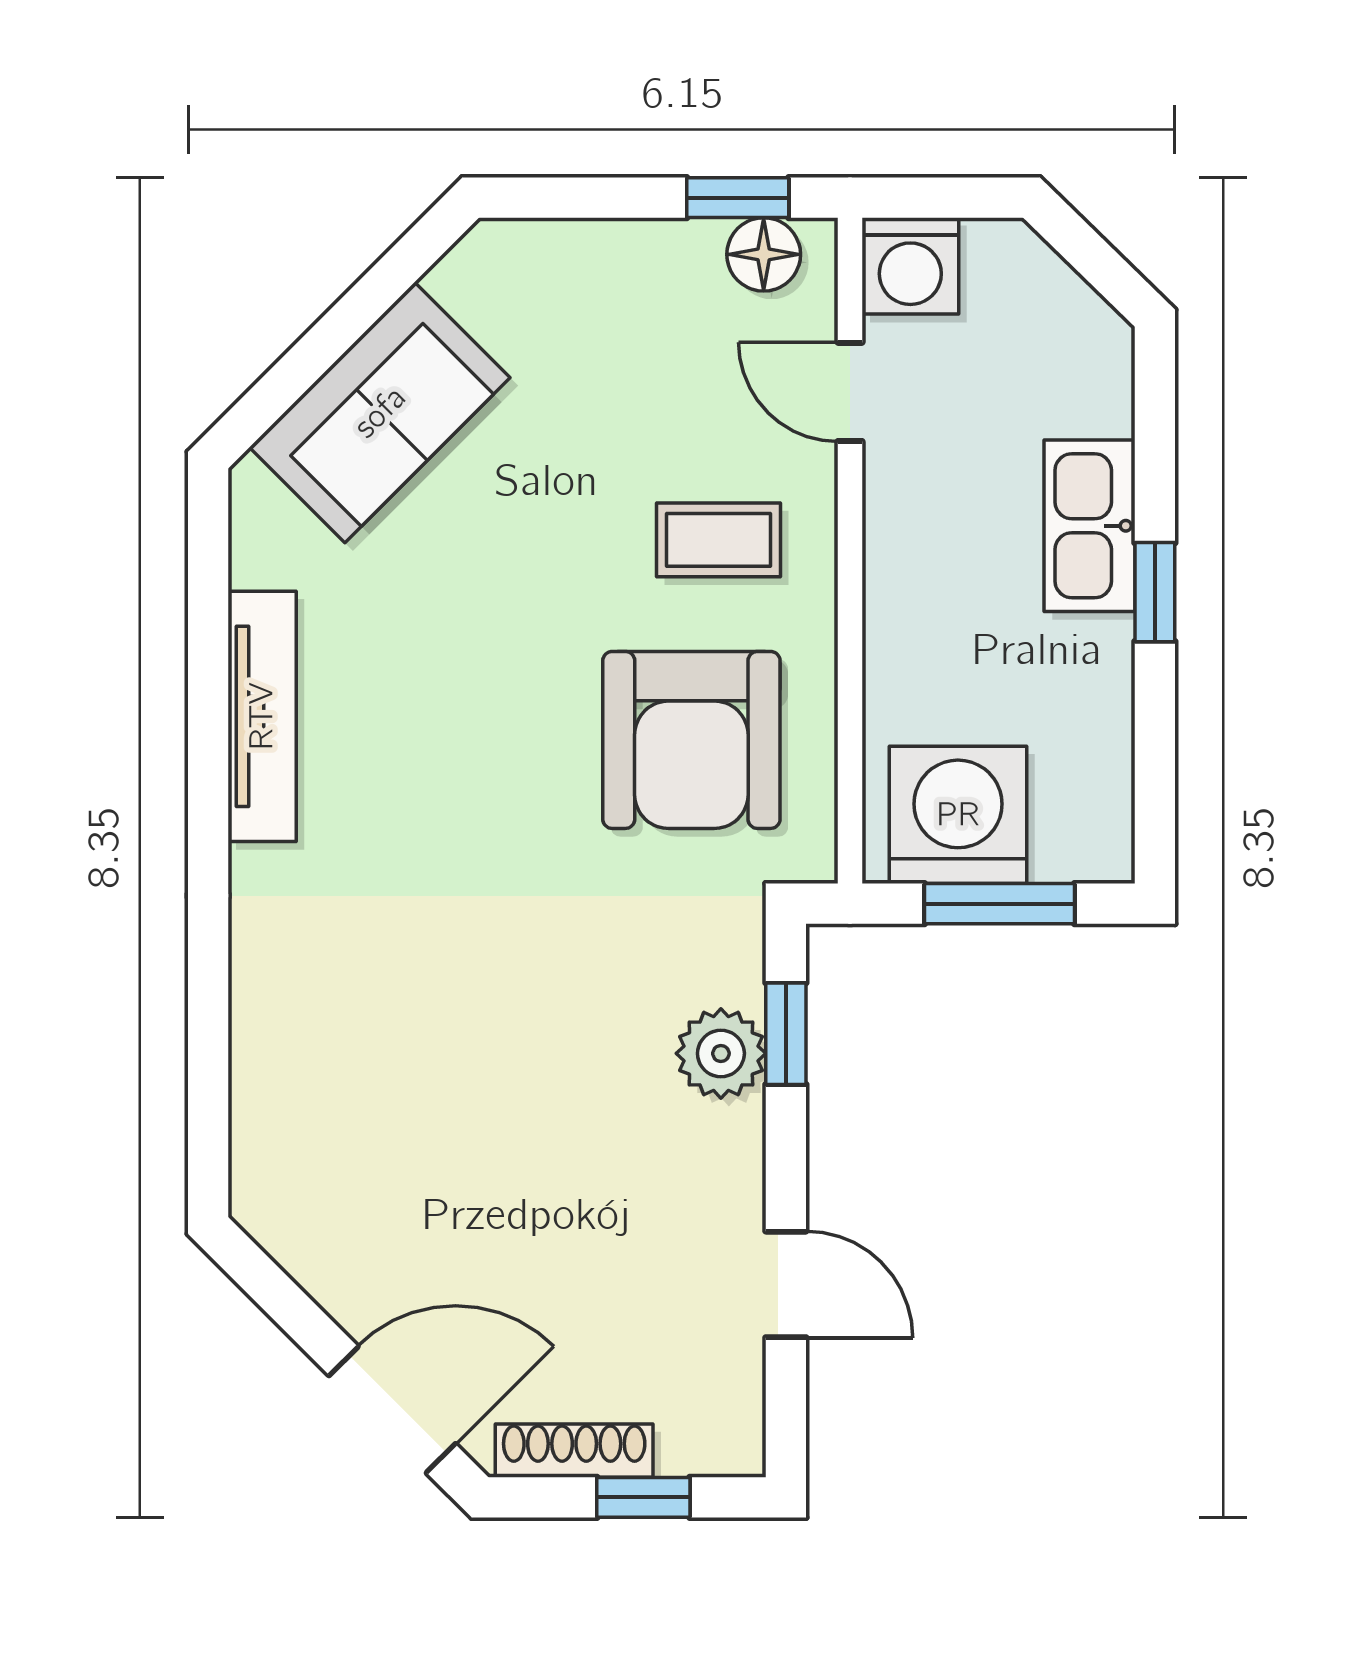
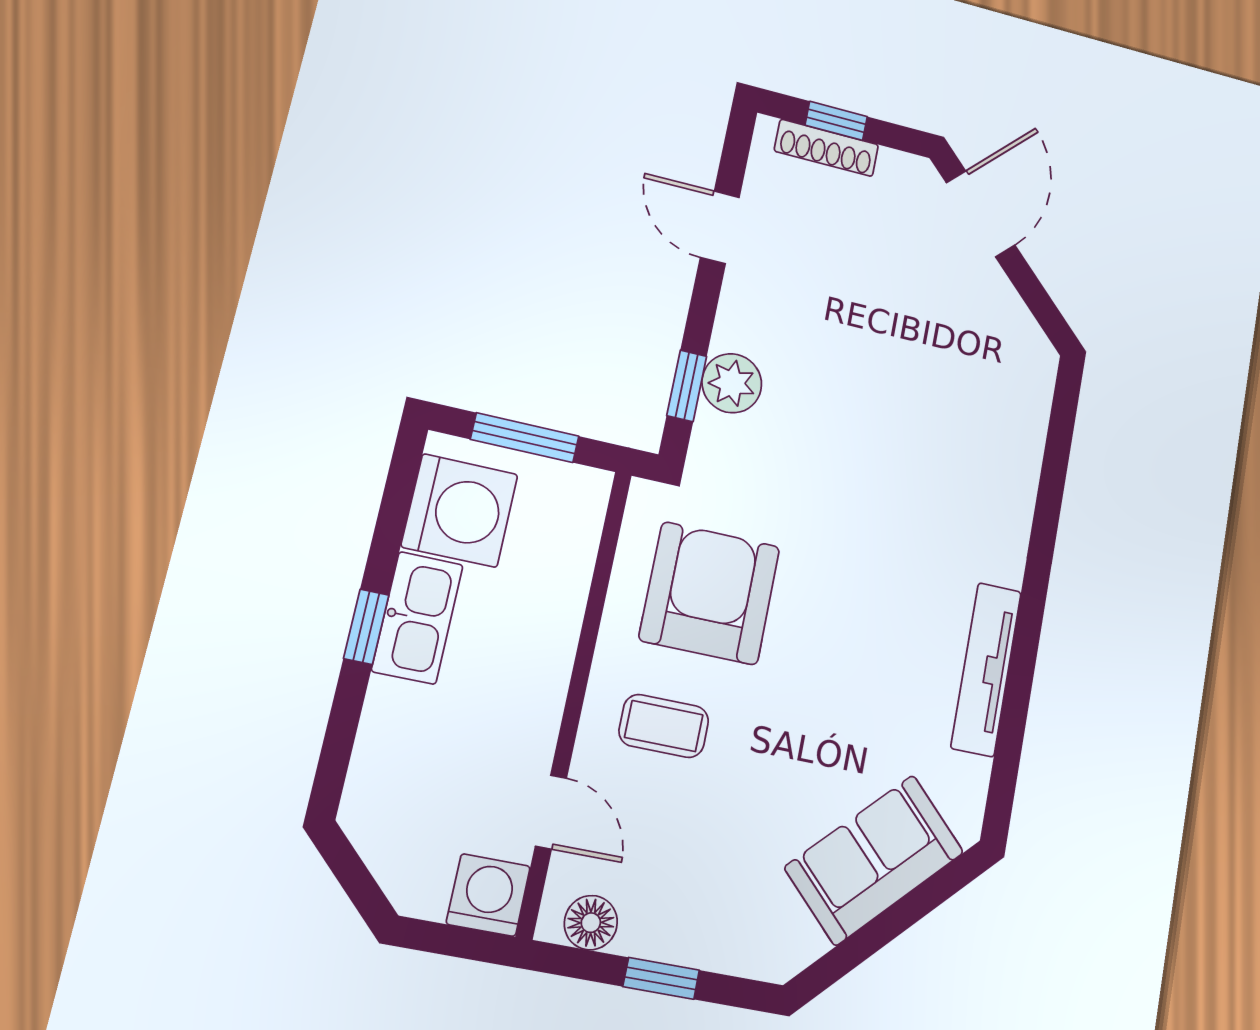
window: (738, 198) -> (661, 978), moved
kitchen sink: (1090, 526) -> (417, 618), moved
washing machine: (958, 815) -> (460, 511), moved, turned -90
door: (392, 1410) -> (981, 214), swing flipped
shoe rack: (574, 1451) -> (826, 148), moved

